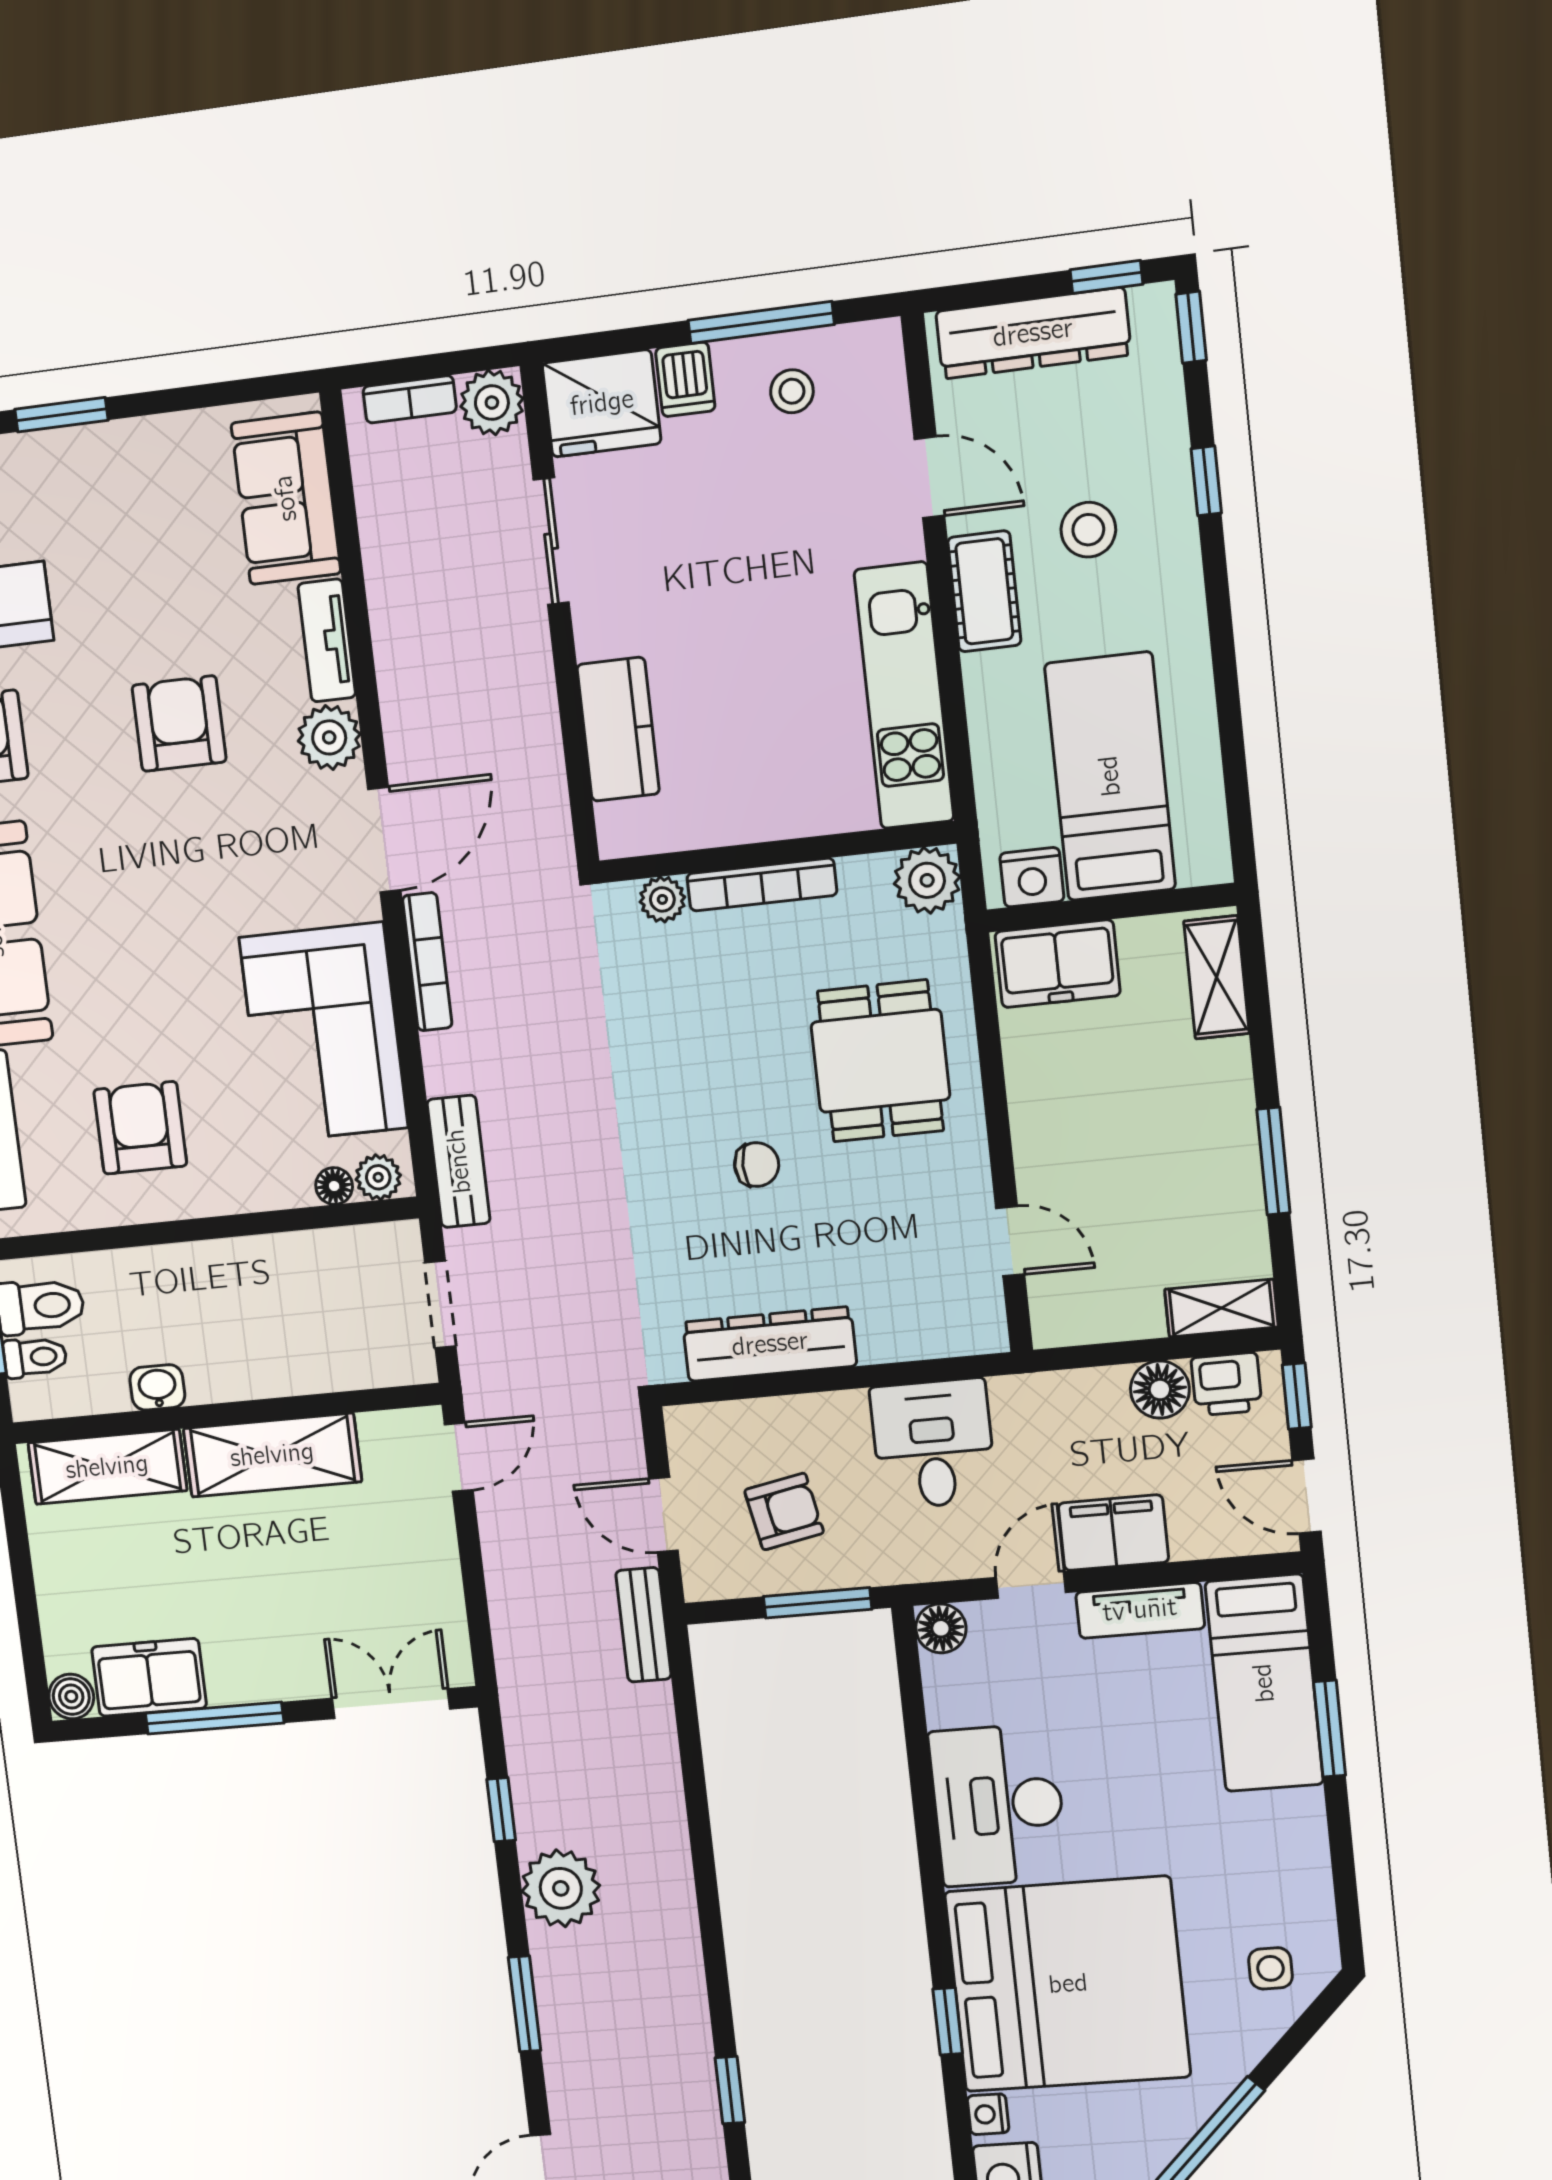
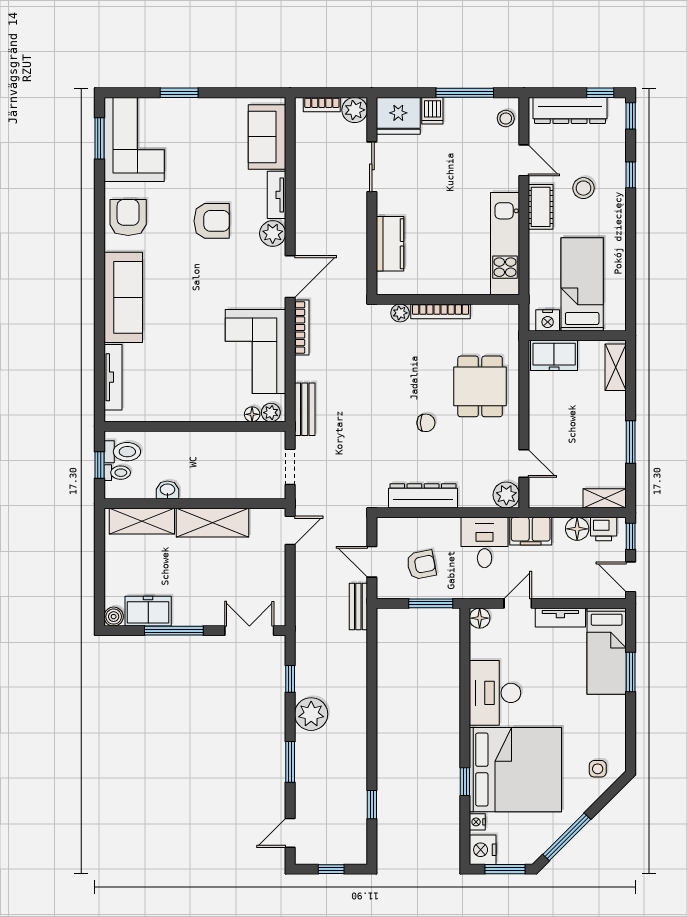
stool: (792, 391) -> (506, 119), moved
armchair: (179, 723) -> (212, 221), turned 90
plant: (927, 880) -> (506, 495), moved
armchair: (140, 1128) -> (174, 382), removed
filing cabinet: (1113, 1533) -> (531, 531), moved, turned 180

